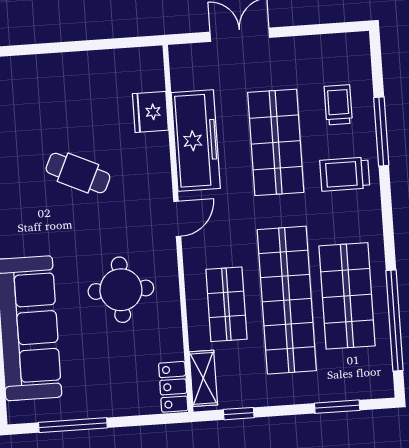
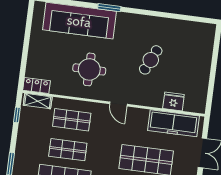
freezer: (196, 141) -> (173, 123), moved
shop shelf: (287, 300) -> (68, 150), width x0.50, depth x0.74
window: (73, 425) -> (28, 33), removed

